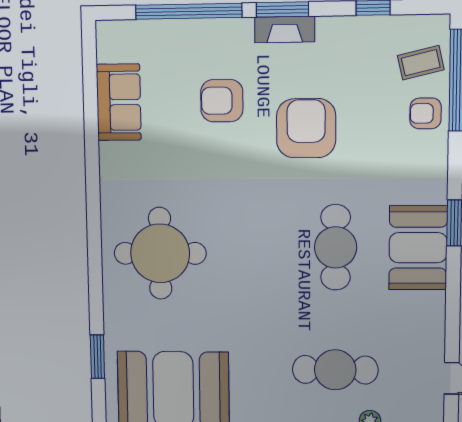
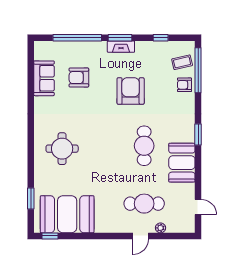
armchair: (222, 101) -> (79, 78), moved
booth: (418, 248) -> (182, 163), moved
round table: (160, 253) -> (62, 149), width x0.73, depth x0.73

